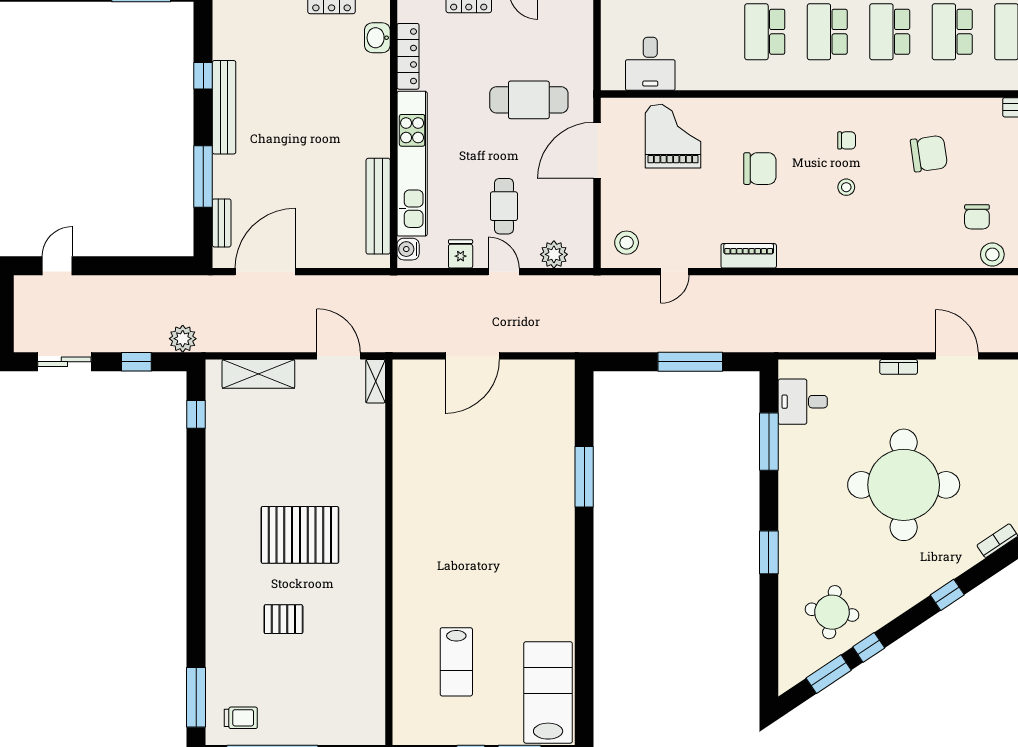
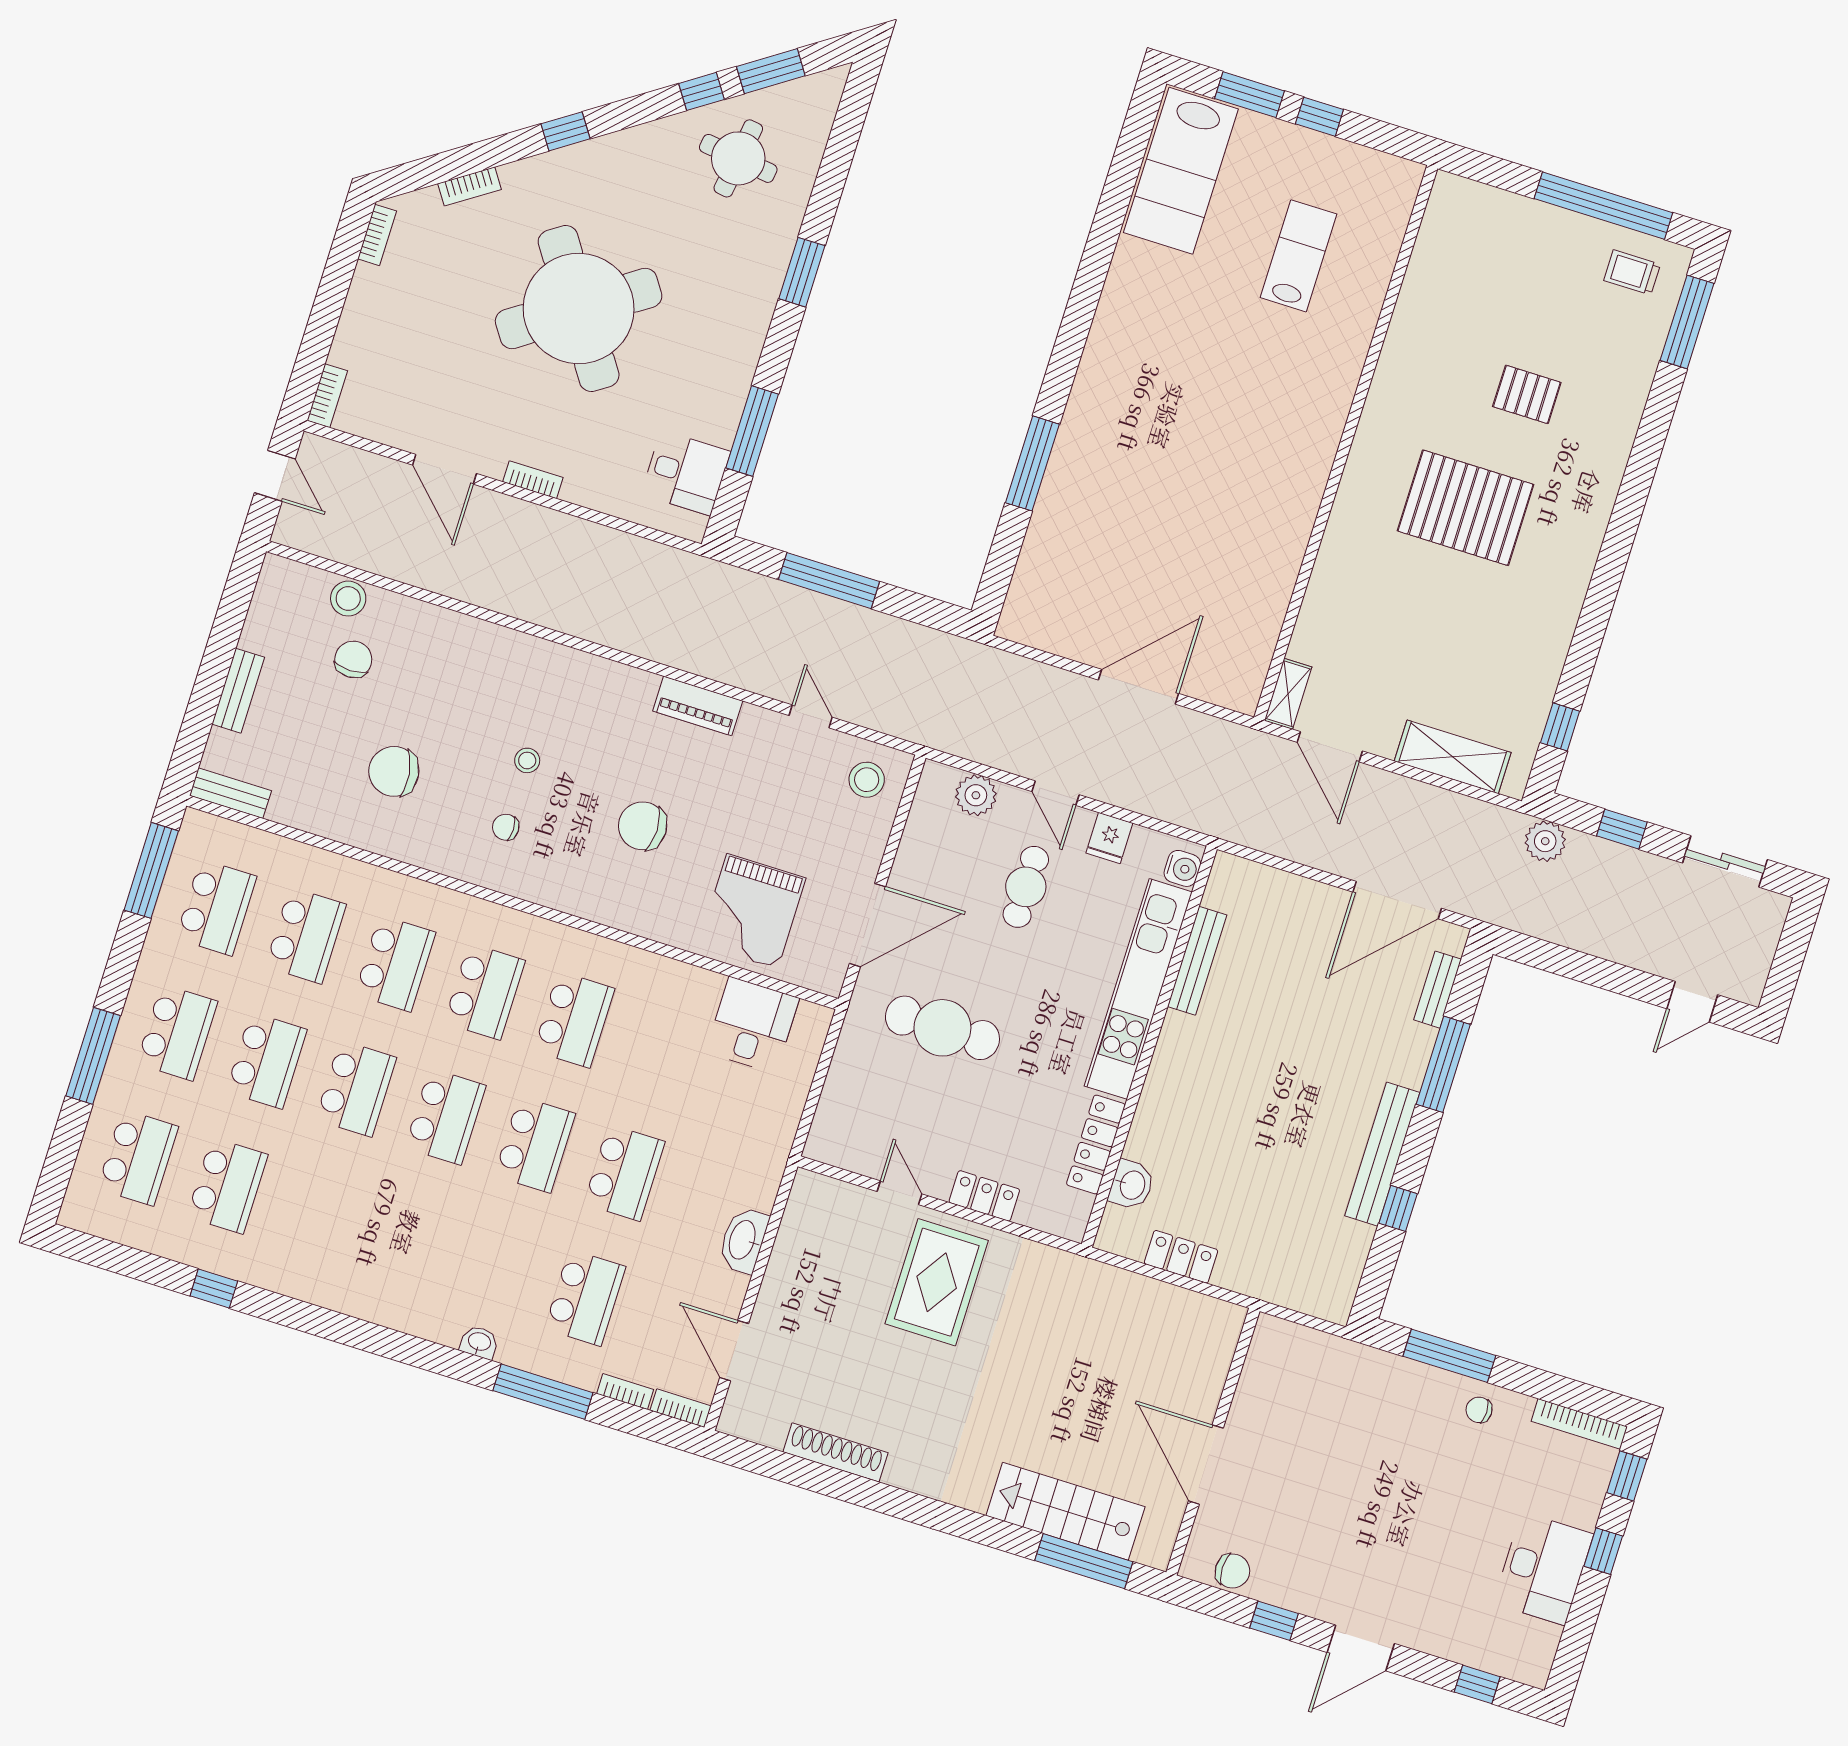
bench: (378, 206) -> (1197, 961), width x0.73, depth x0.82
door: (675, 272) -> (811, 716), hinge flipped
round table: (904, 485) -> (579, 308), turned -34

